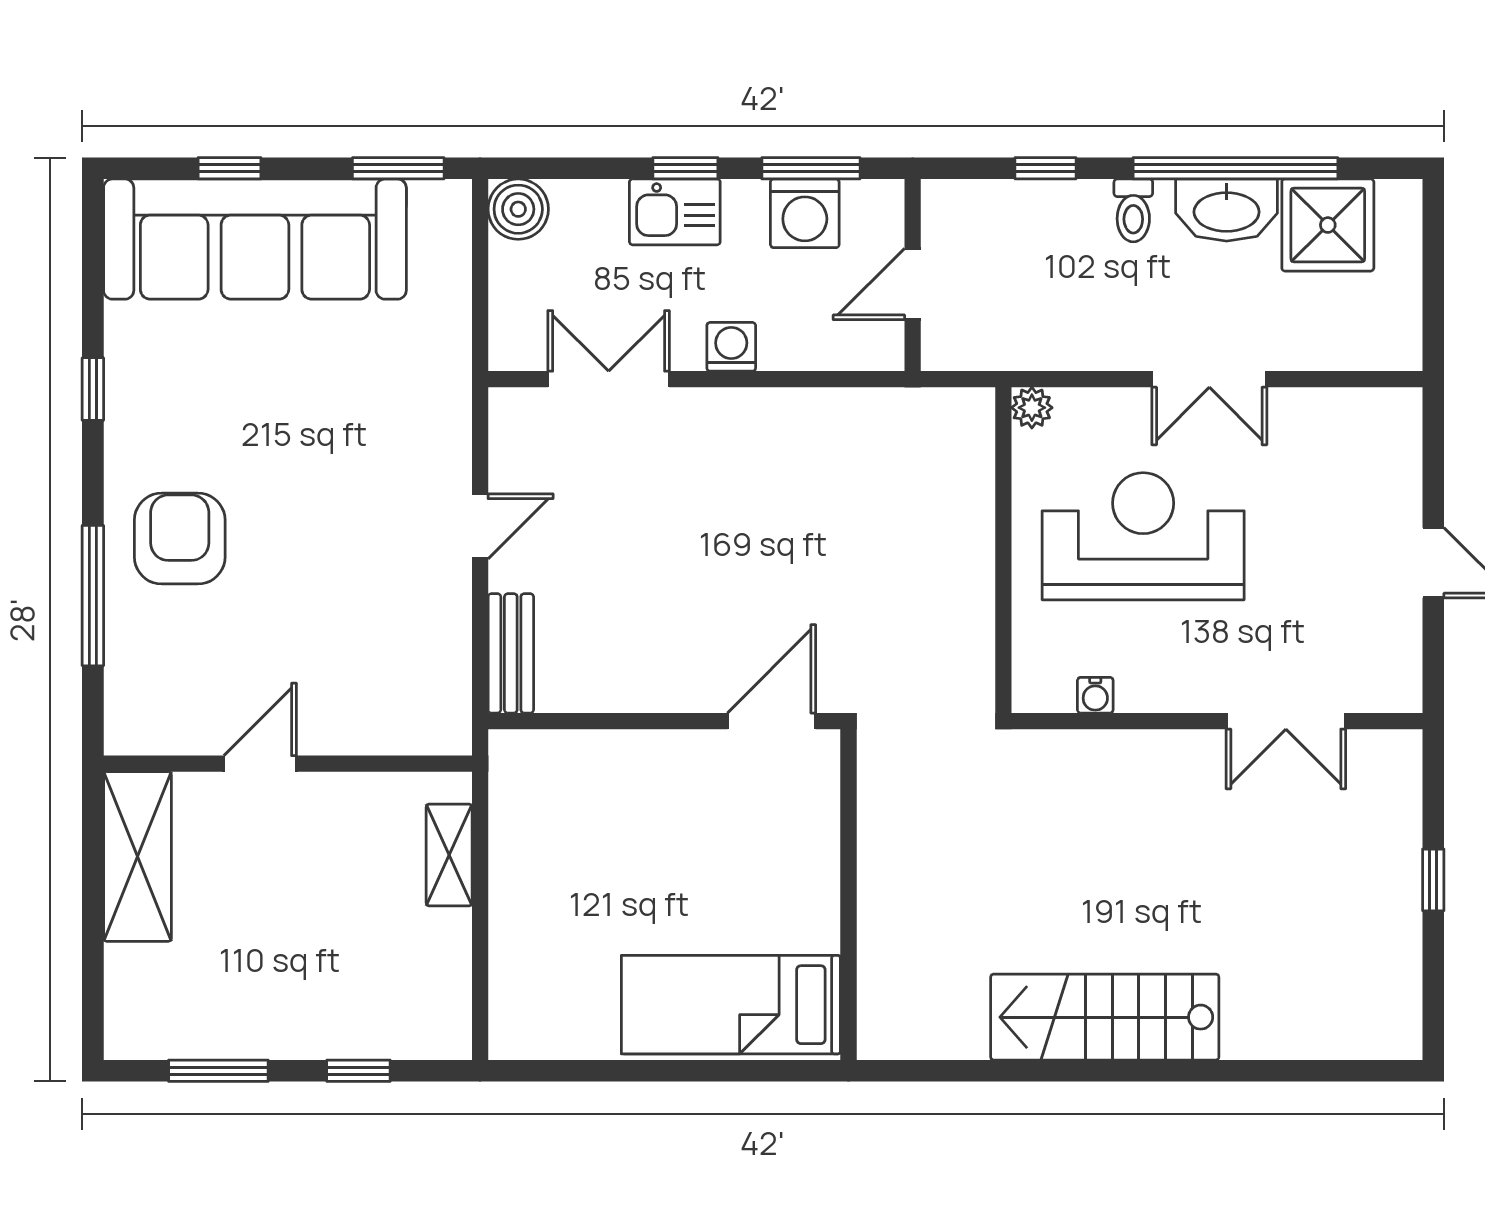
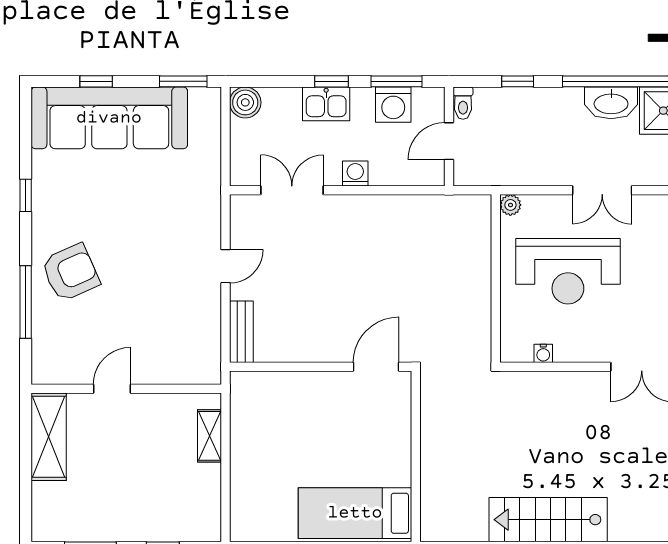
toilet: (1133, 210) -> (463, 103), moved
reception desk: (1143, 536) -> (568, 271), turned 180
armchair: (180, 539) -> (71, 273), turned 66

